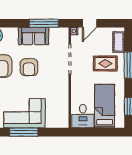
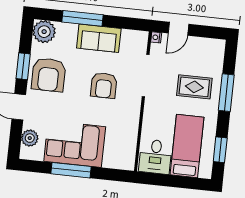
window: (44, 23) -> (83, 18), moved
cot: (119, 42) -> (216, 59), removed
armchair: (29, 67) -> (104, 85), moved

